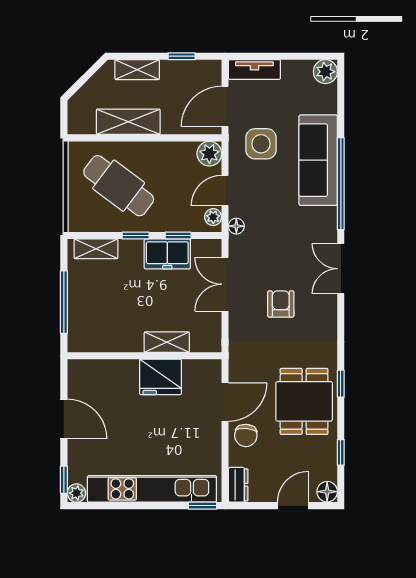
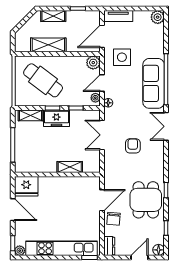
sofa: (318, 160) -> (154, 83), moved
freezer: (167, 254) -> (56, 118), moved
fridge: (160, 377) -> (26, 186), moved

